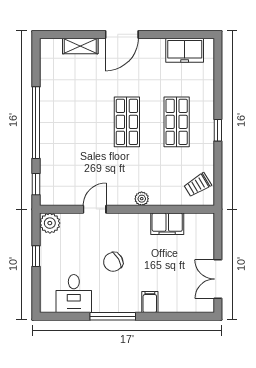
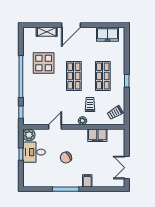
display table: (75, 100) -> (44, 63), added
trolley: (155, 171) -> (90, 105), added
desk: (74, 294) -> (34, 152), moved, turned 90

